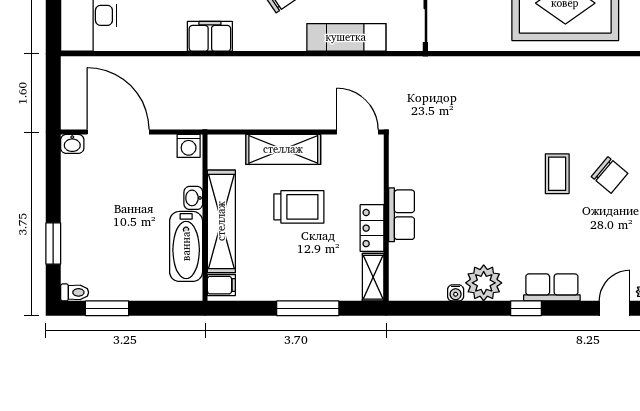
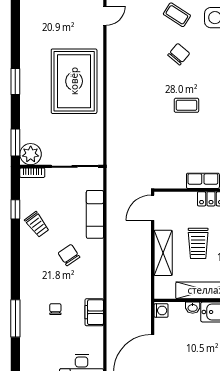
filing cabinet: (210, 36) -> (94, 312), moved
coffee table: (557, 174) -> (186, 105), moved
trolley: (299, 207) -> (198, 243), turned 180

